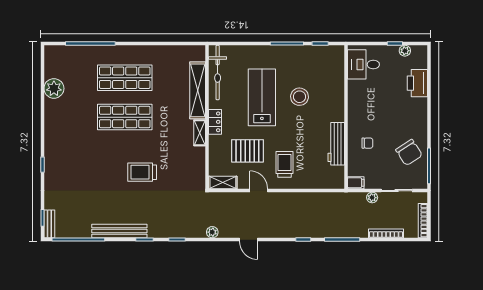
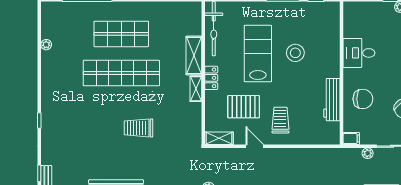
desk: (363, 64) -> (359, 53), moved
plant: (54, 88) -> (46, 45), width x0.53, depth x0.53
shelving: (198, 90) -> (194, 55), width x0.68
shop shelf: (125, 117) -> (121, 73), width x1.40
chair: (367, 143) -> (363, 99), width x1.87, depth x1.87

